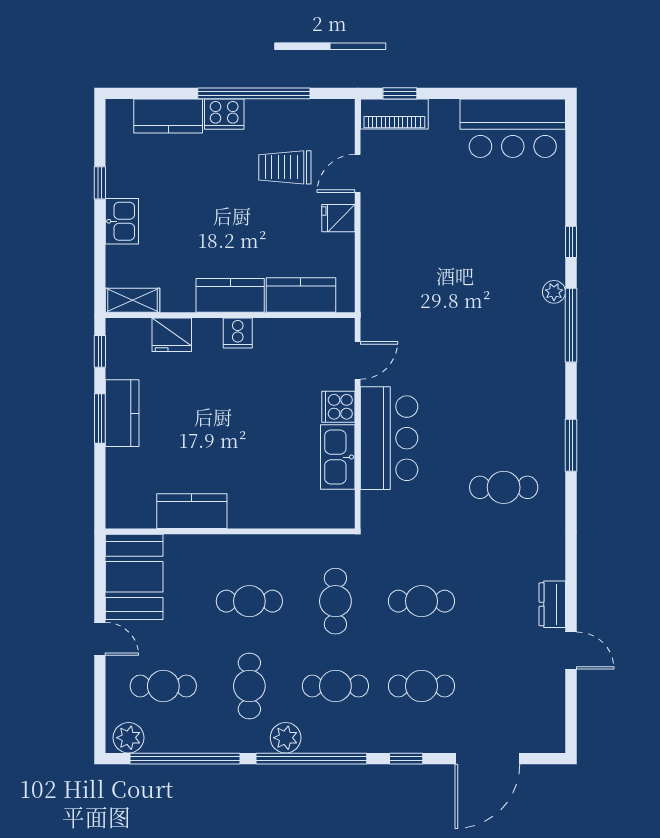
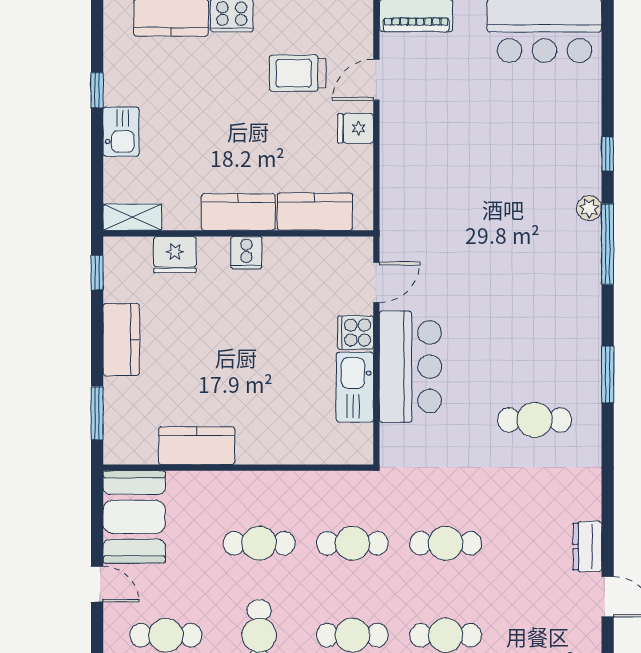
window: (100, 419) -> (97, 413), moved
cafe table: (335, 601) -> (352, 543), turned 90

